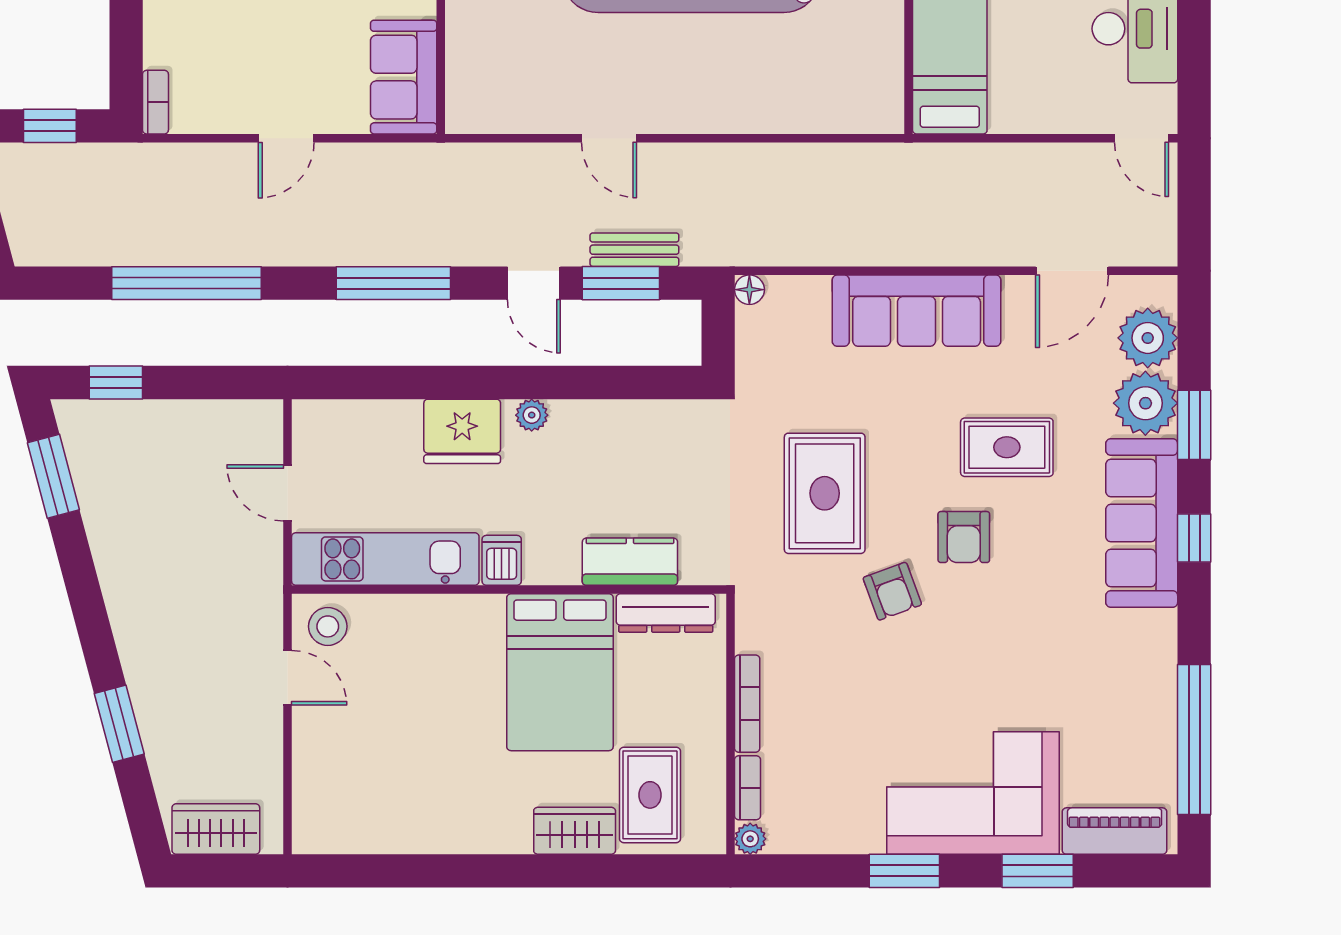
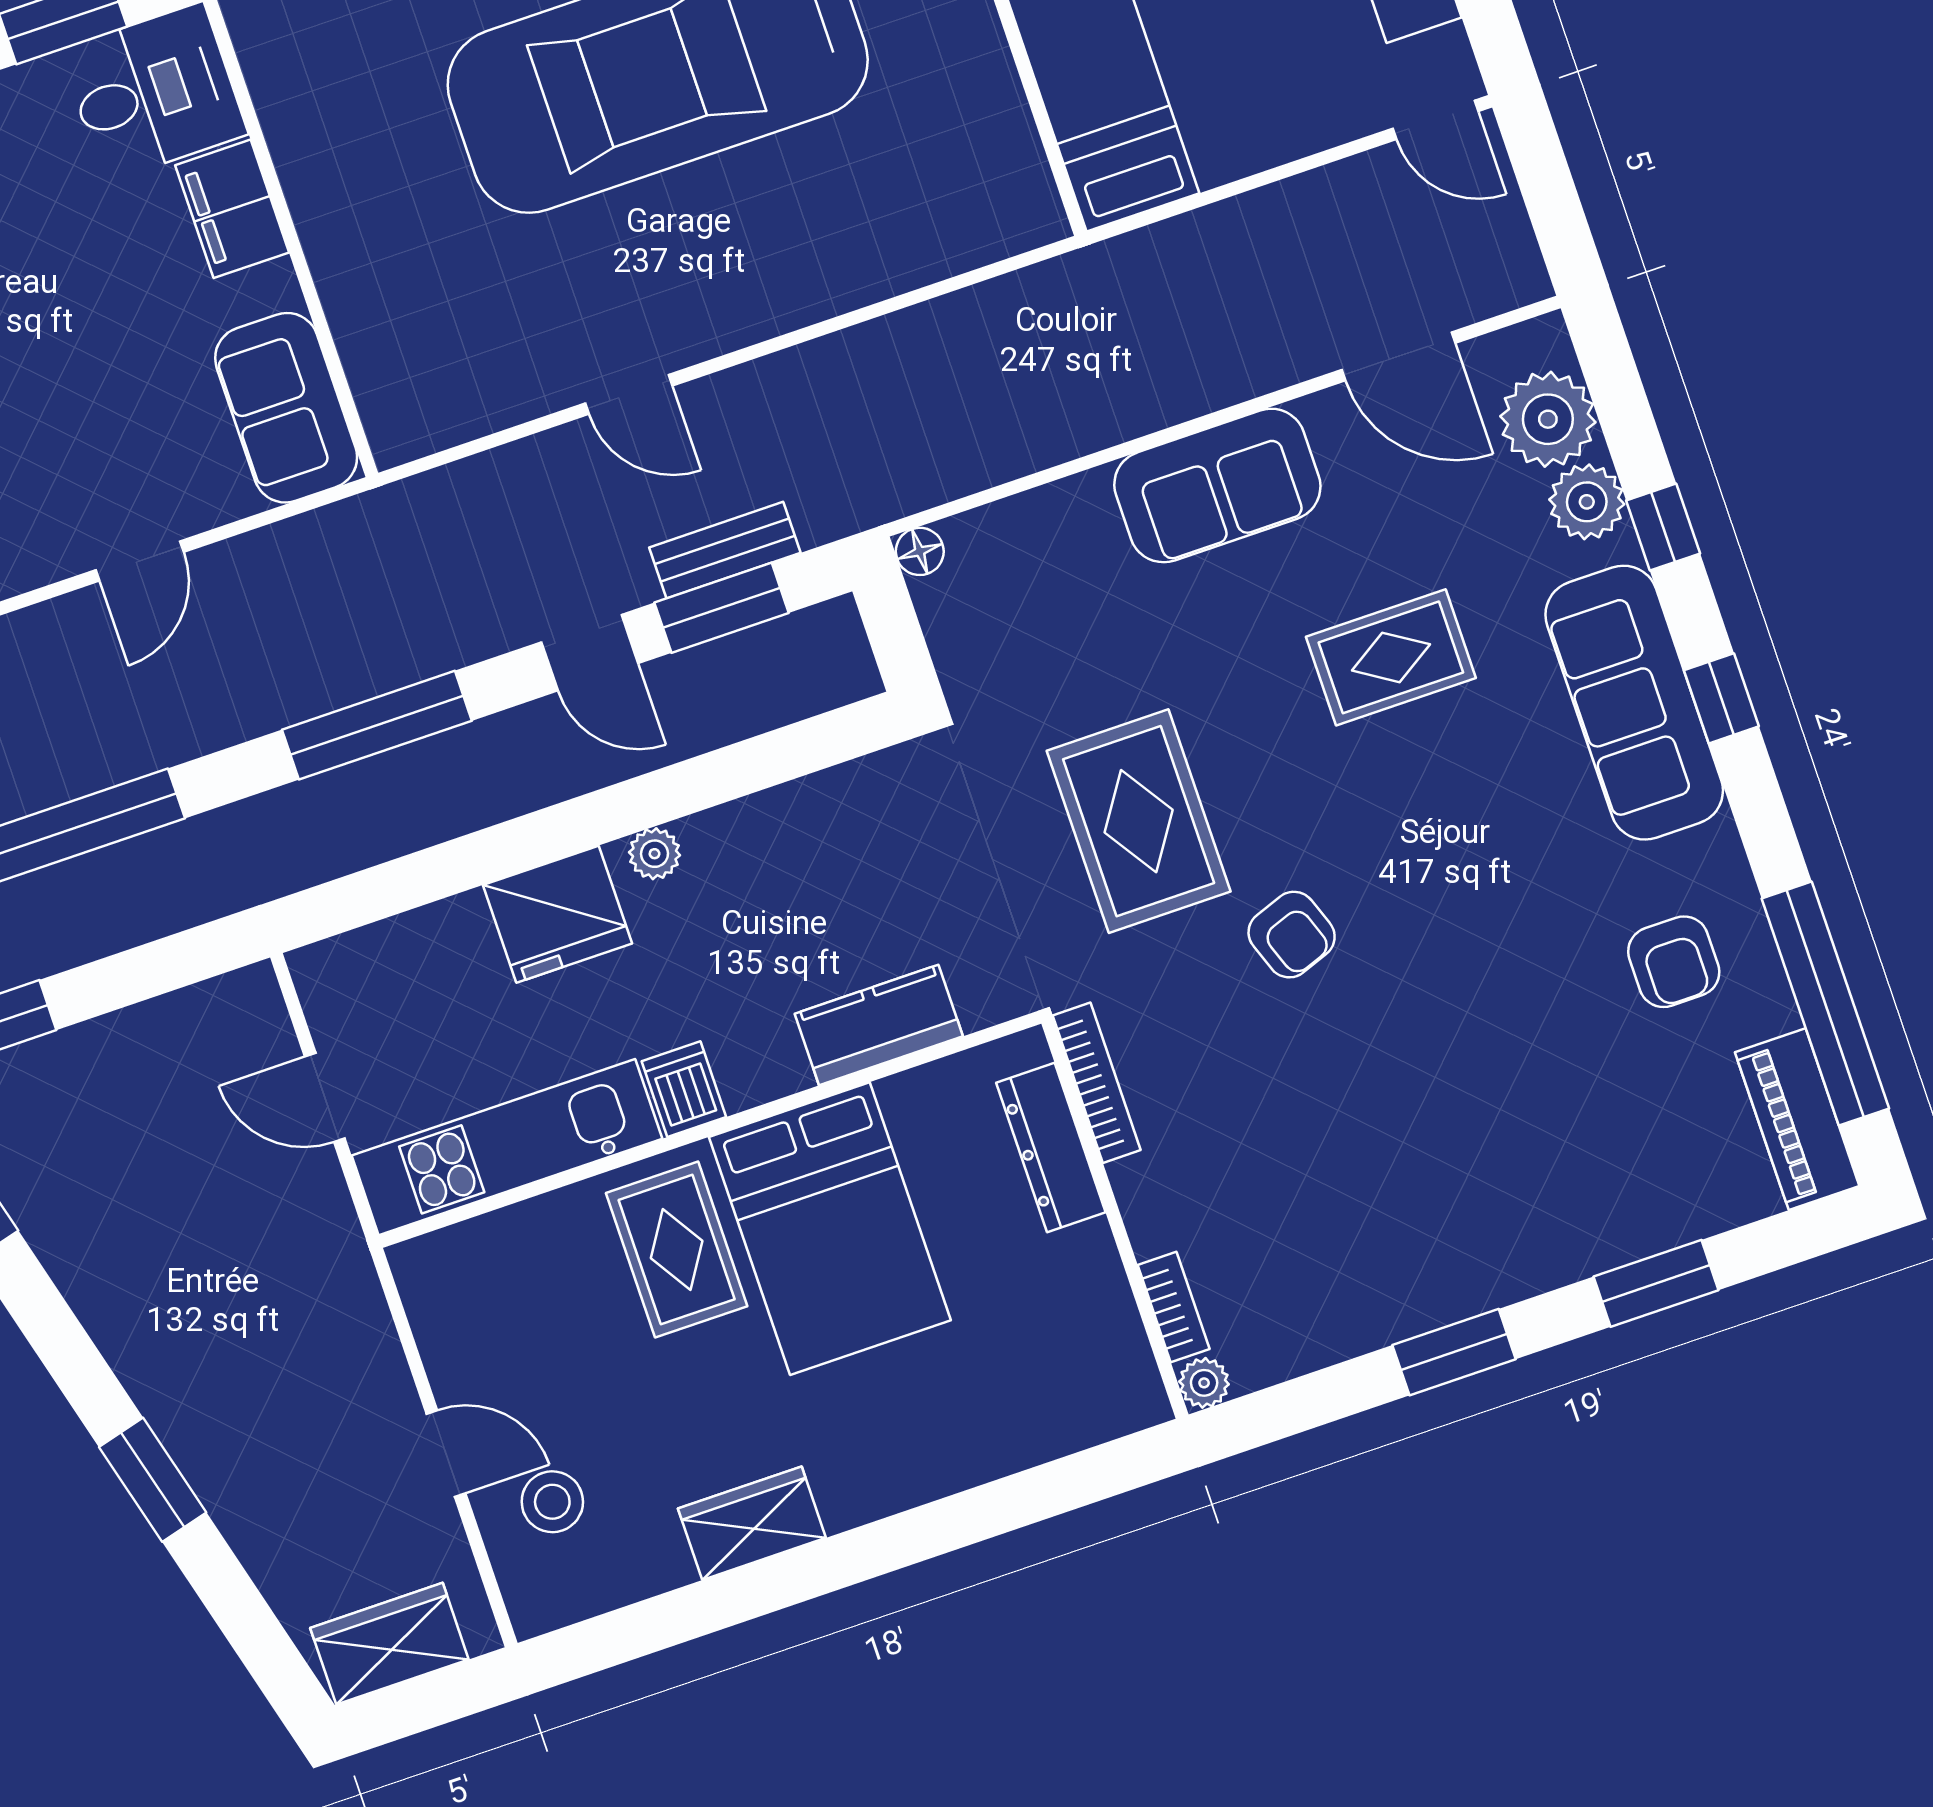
door: (1072, 271) -> (1399, 356), hinge flipped
sofa: (917, 311) -> (1217, 485), width x0.73
plant: (1145, 403) -> (1587, 502), width x0.73, depth x0.73
window: (1194, 425) -> (1663, 527), width x0.67
armchair: (964, 537) -> (1674, 962), moved
dresser: (666, 613) -> (1051, 1147), moved, turned 90
stool: (328, 626) -> (552, 1502), moved
door: (288, 678) -> (446, 1454), moved
bookcase: (747, 704) -> (1097, 1083), moved
window: (119, 724) -> (153, 1480), moved
corner sofa: (973, 793) -> (1518, 1199), removed
rug: (650, 795) -> (677, 1250), moved
wardrobe: (575, 831) -> (752, 1523), moved
piano: (1115, 831) -> (1797, 1119), moved, turned -90

